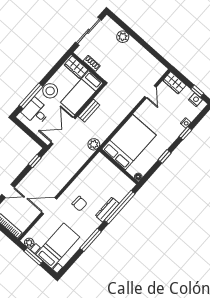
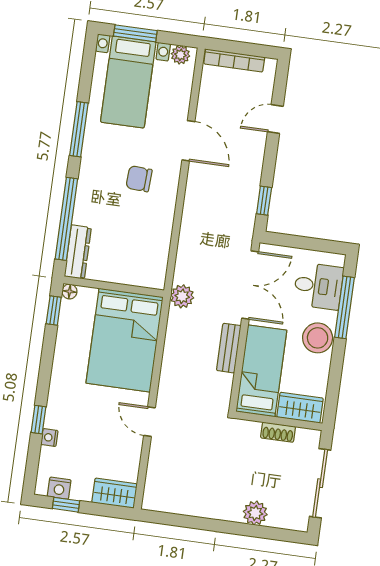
door: (150, 92) -> (149, 422), moved
window: (165, 156) -> (54, 311), moved
door: (49, 206) -> (188, 141), hinge flipped
dresser: (107, 210) -> (78, 252), moved
window: (33, 256) -> (135, 33), moved

